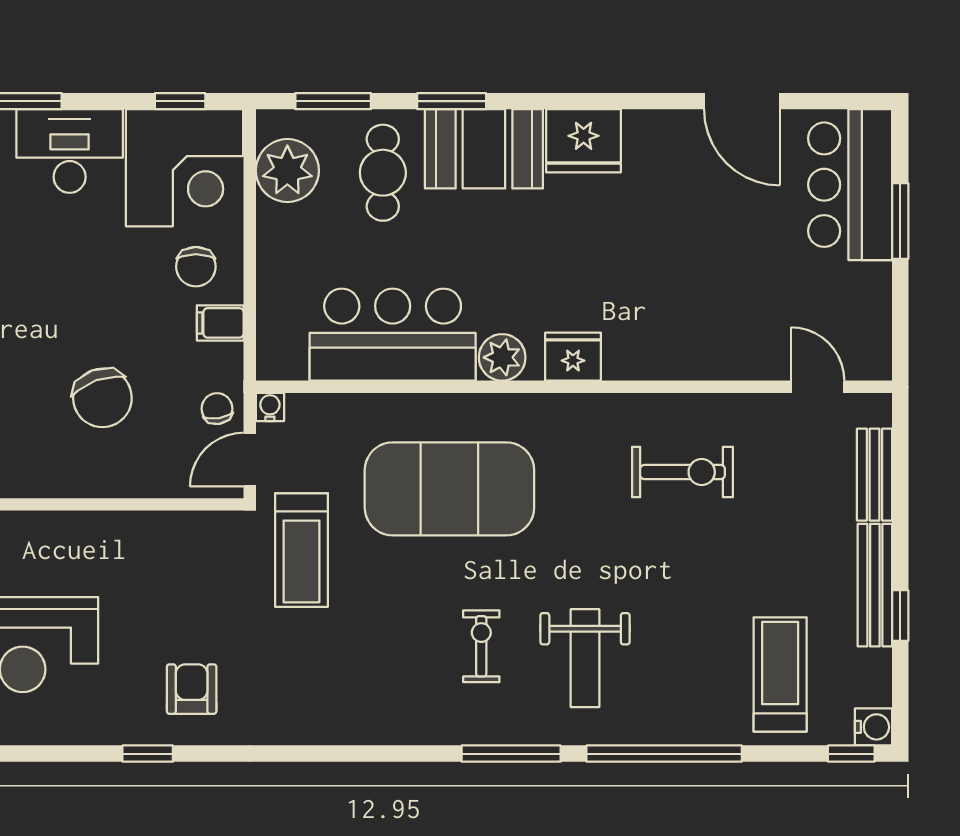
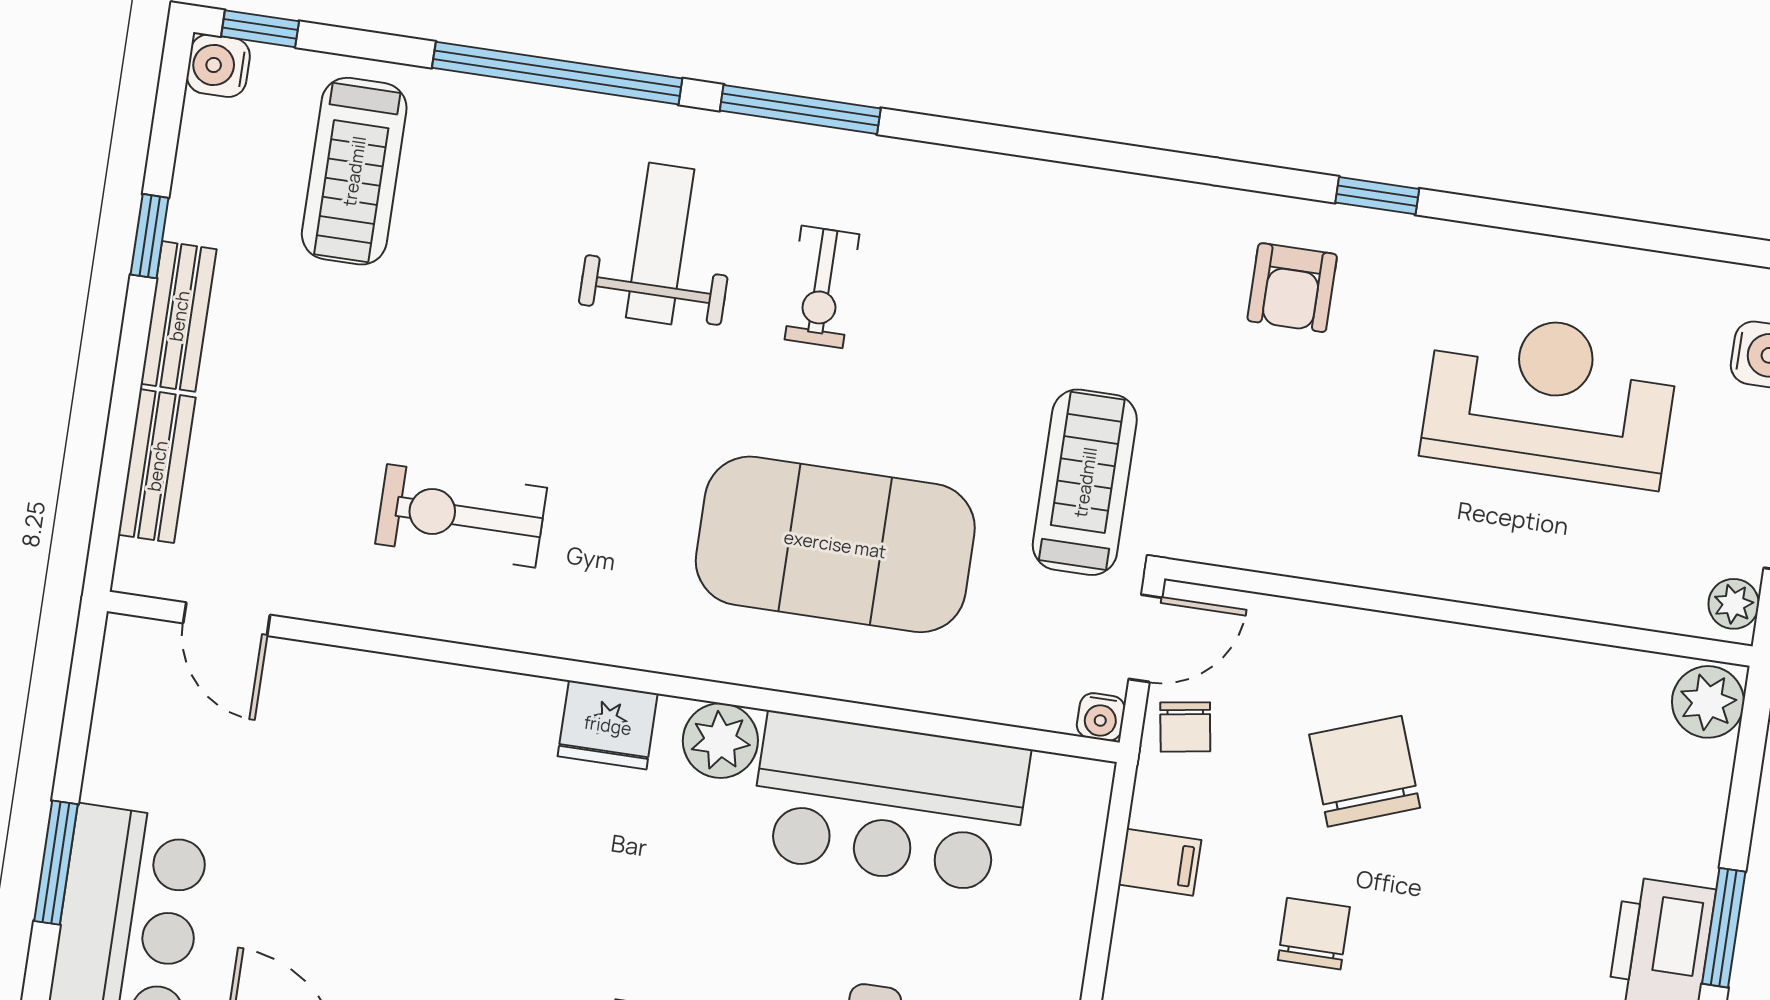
chair: (196, 267) -> (1314, 934), moved
bench: (875, 585) -> (179, 316), width x0.73

